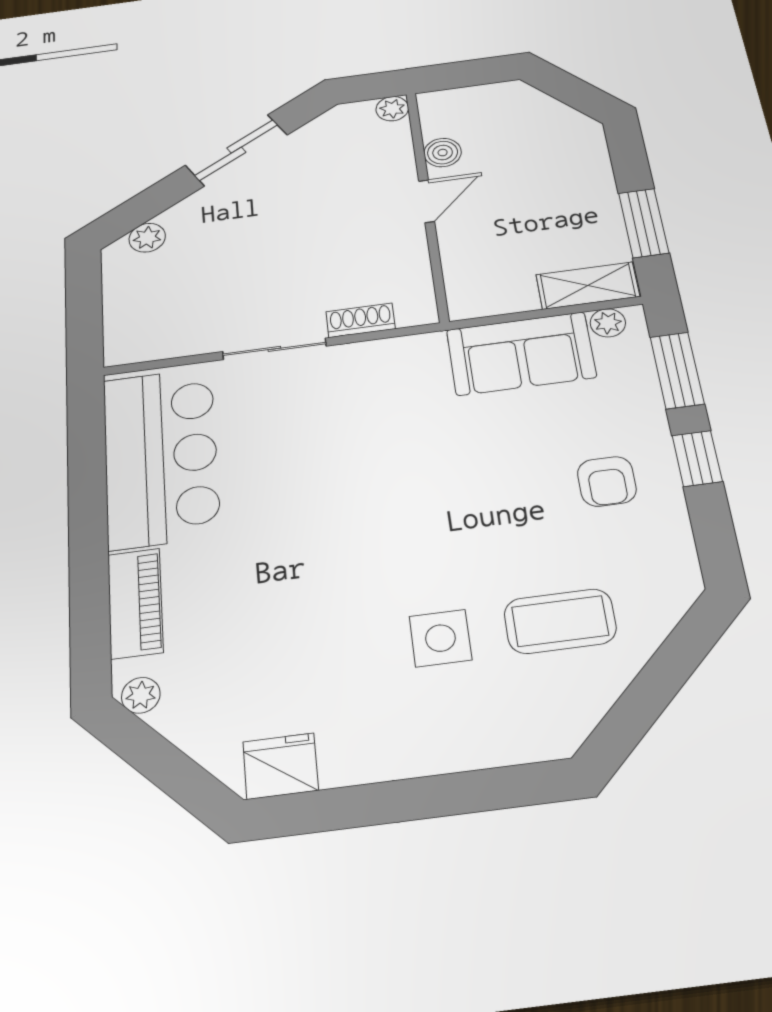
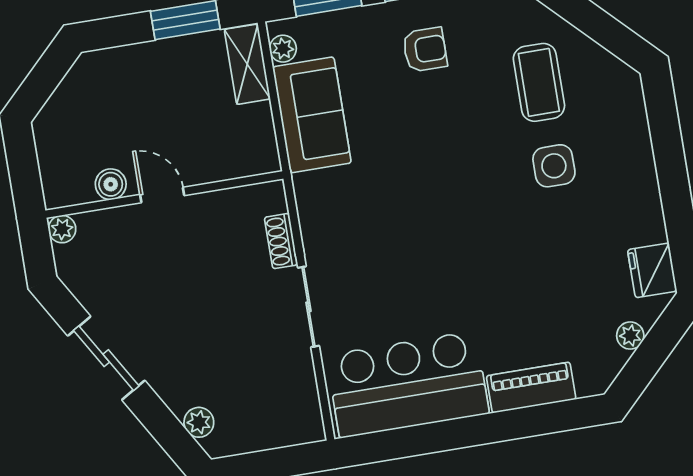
plant: (141, 695) -> (630, 336), moved

